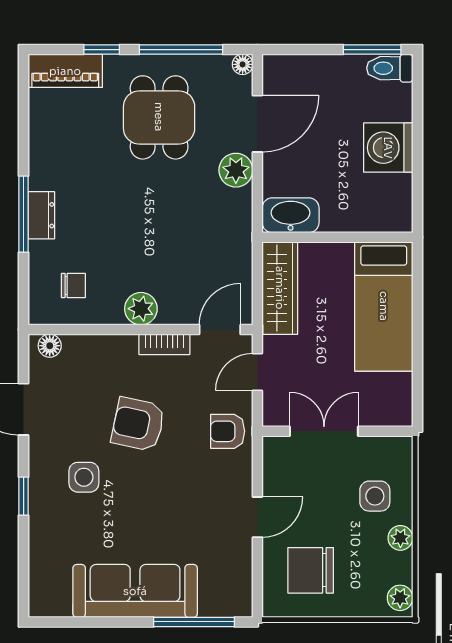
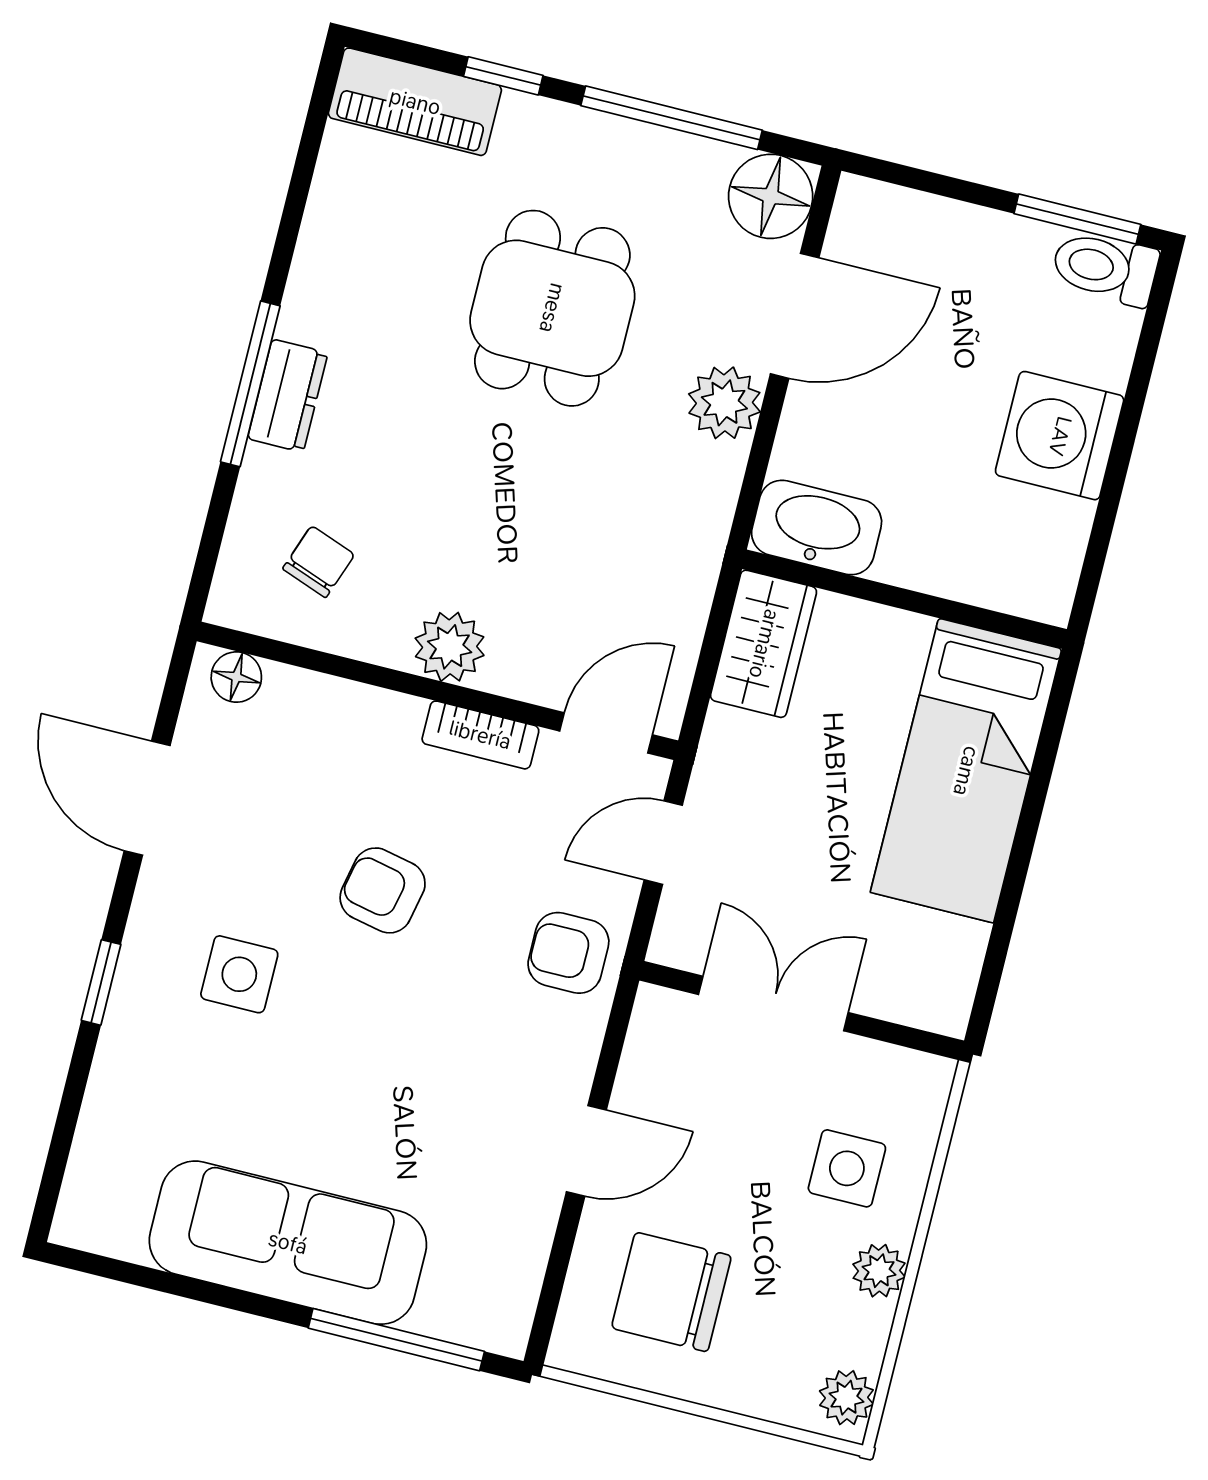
floor lamp: (243, 64) -> (771, 196), width x1.89, depth x1.89
dining table: (159, 117) -> (552, 308), moved
chair: (73, 285) -> (319, 562), turned -70
wardrobe: (280, 288) -> (764, 644), width x0.67
armchair: (138, 424) -> (383, 890), width x0.72, depth x0.72

